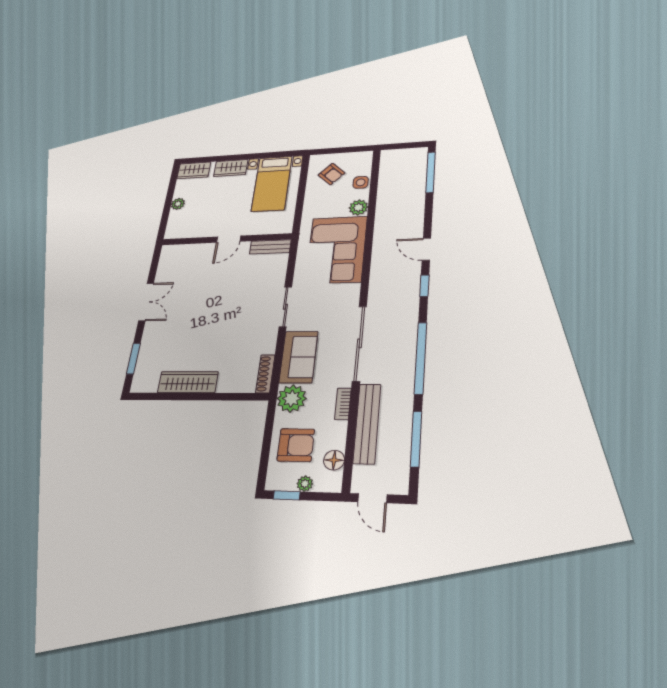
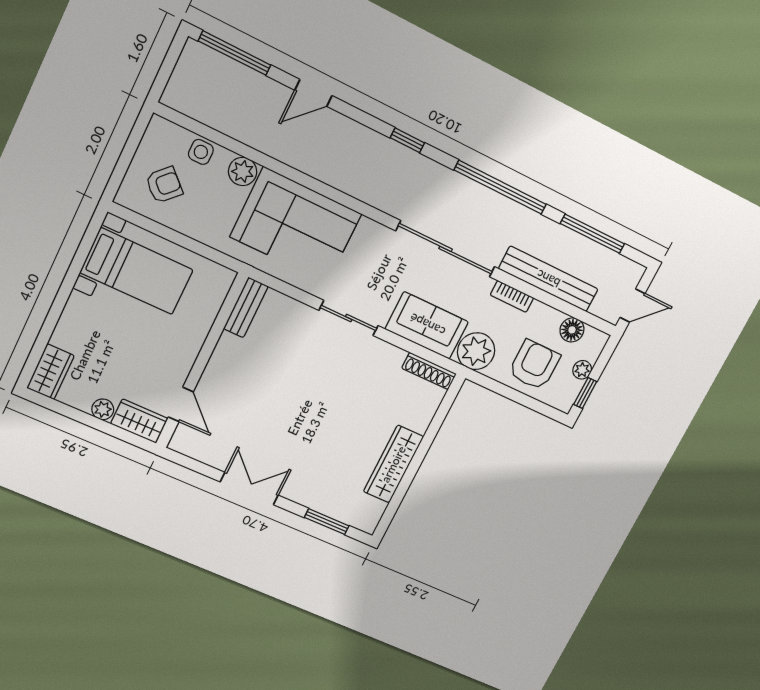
wardrobe: (231, 168) -> (139, 421), moved, turned -90
door: (229, 239) -> (181, 404), moved
door: (426, 249) -> (313, 93), moved

